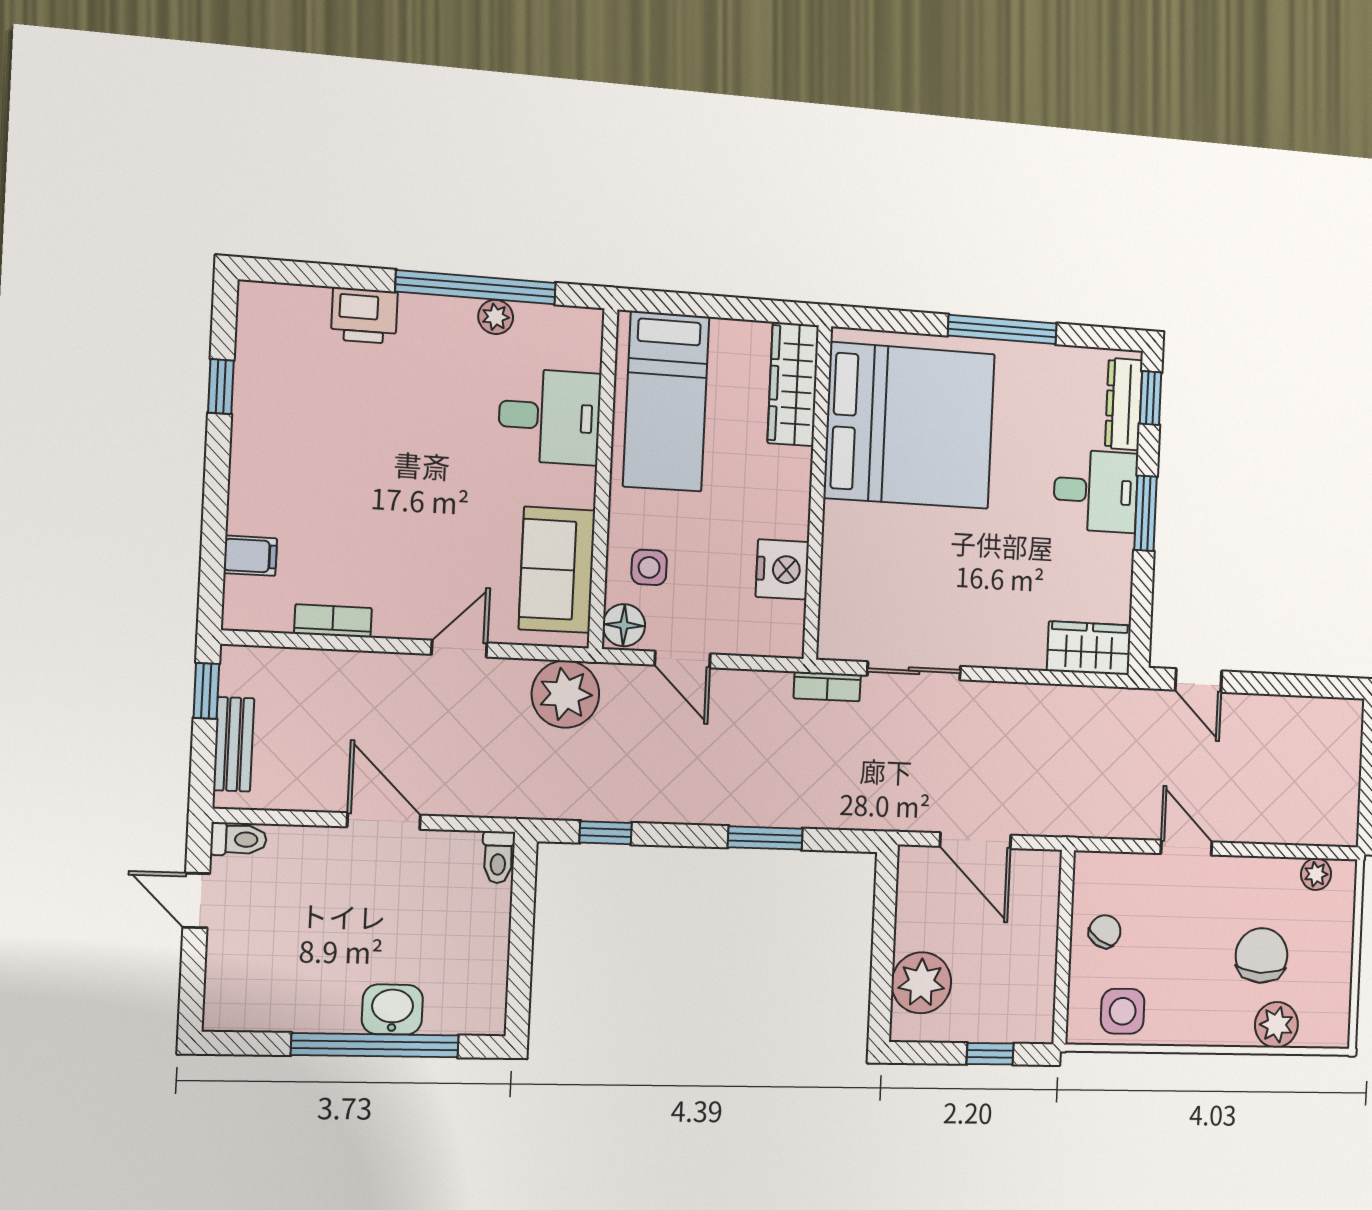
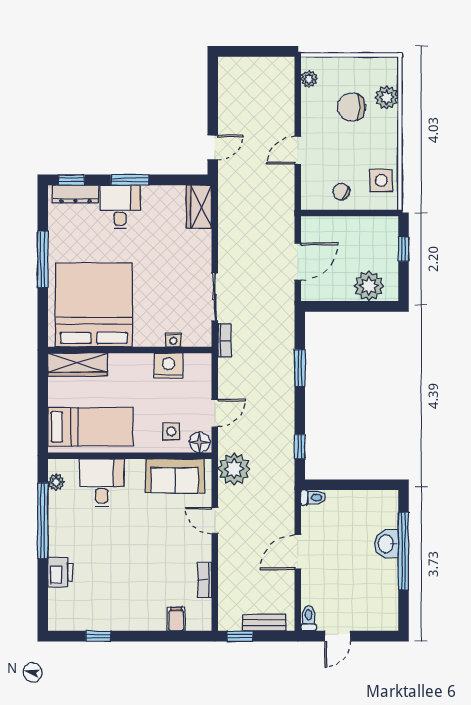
plant: (496, 317) -> (56, 482), moved
nightstand: (834, 582) -> (173, 340), added

